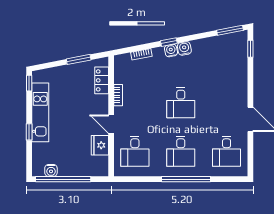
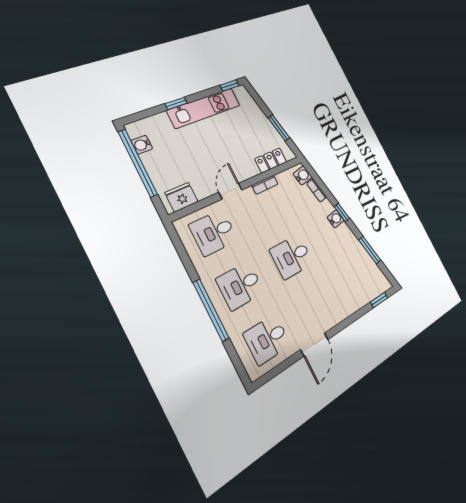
window: (230, 30) -> (370, 250), moved
water cooler: (184, 48) -> (303, 175), moved
fridge: (100, 145) -> (182, 197), moved

